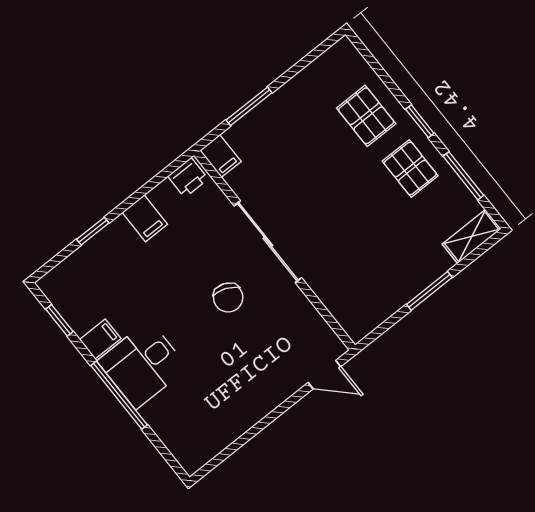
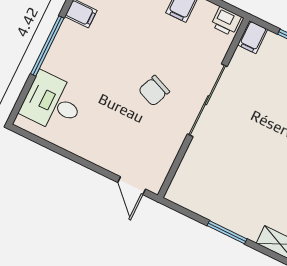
desk: (142, 364) -> (52, 103), moved

